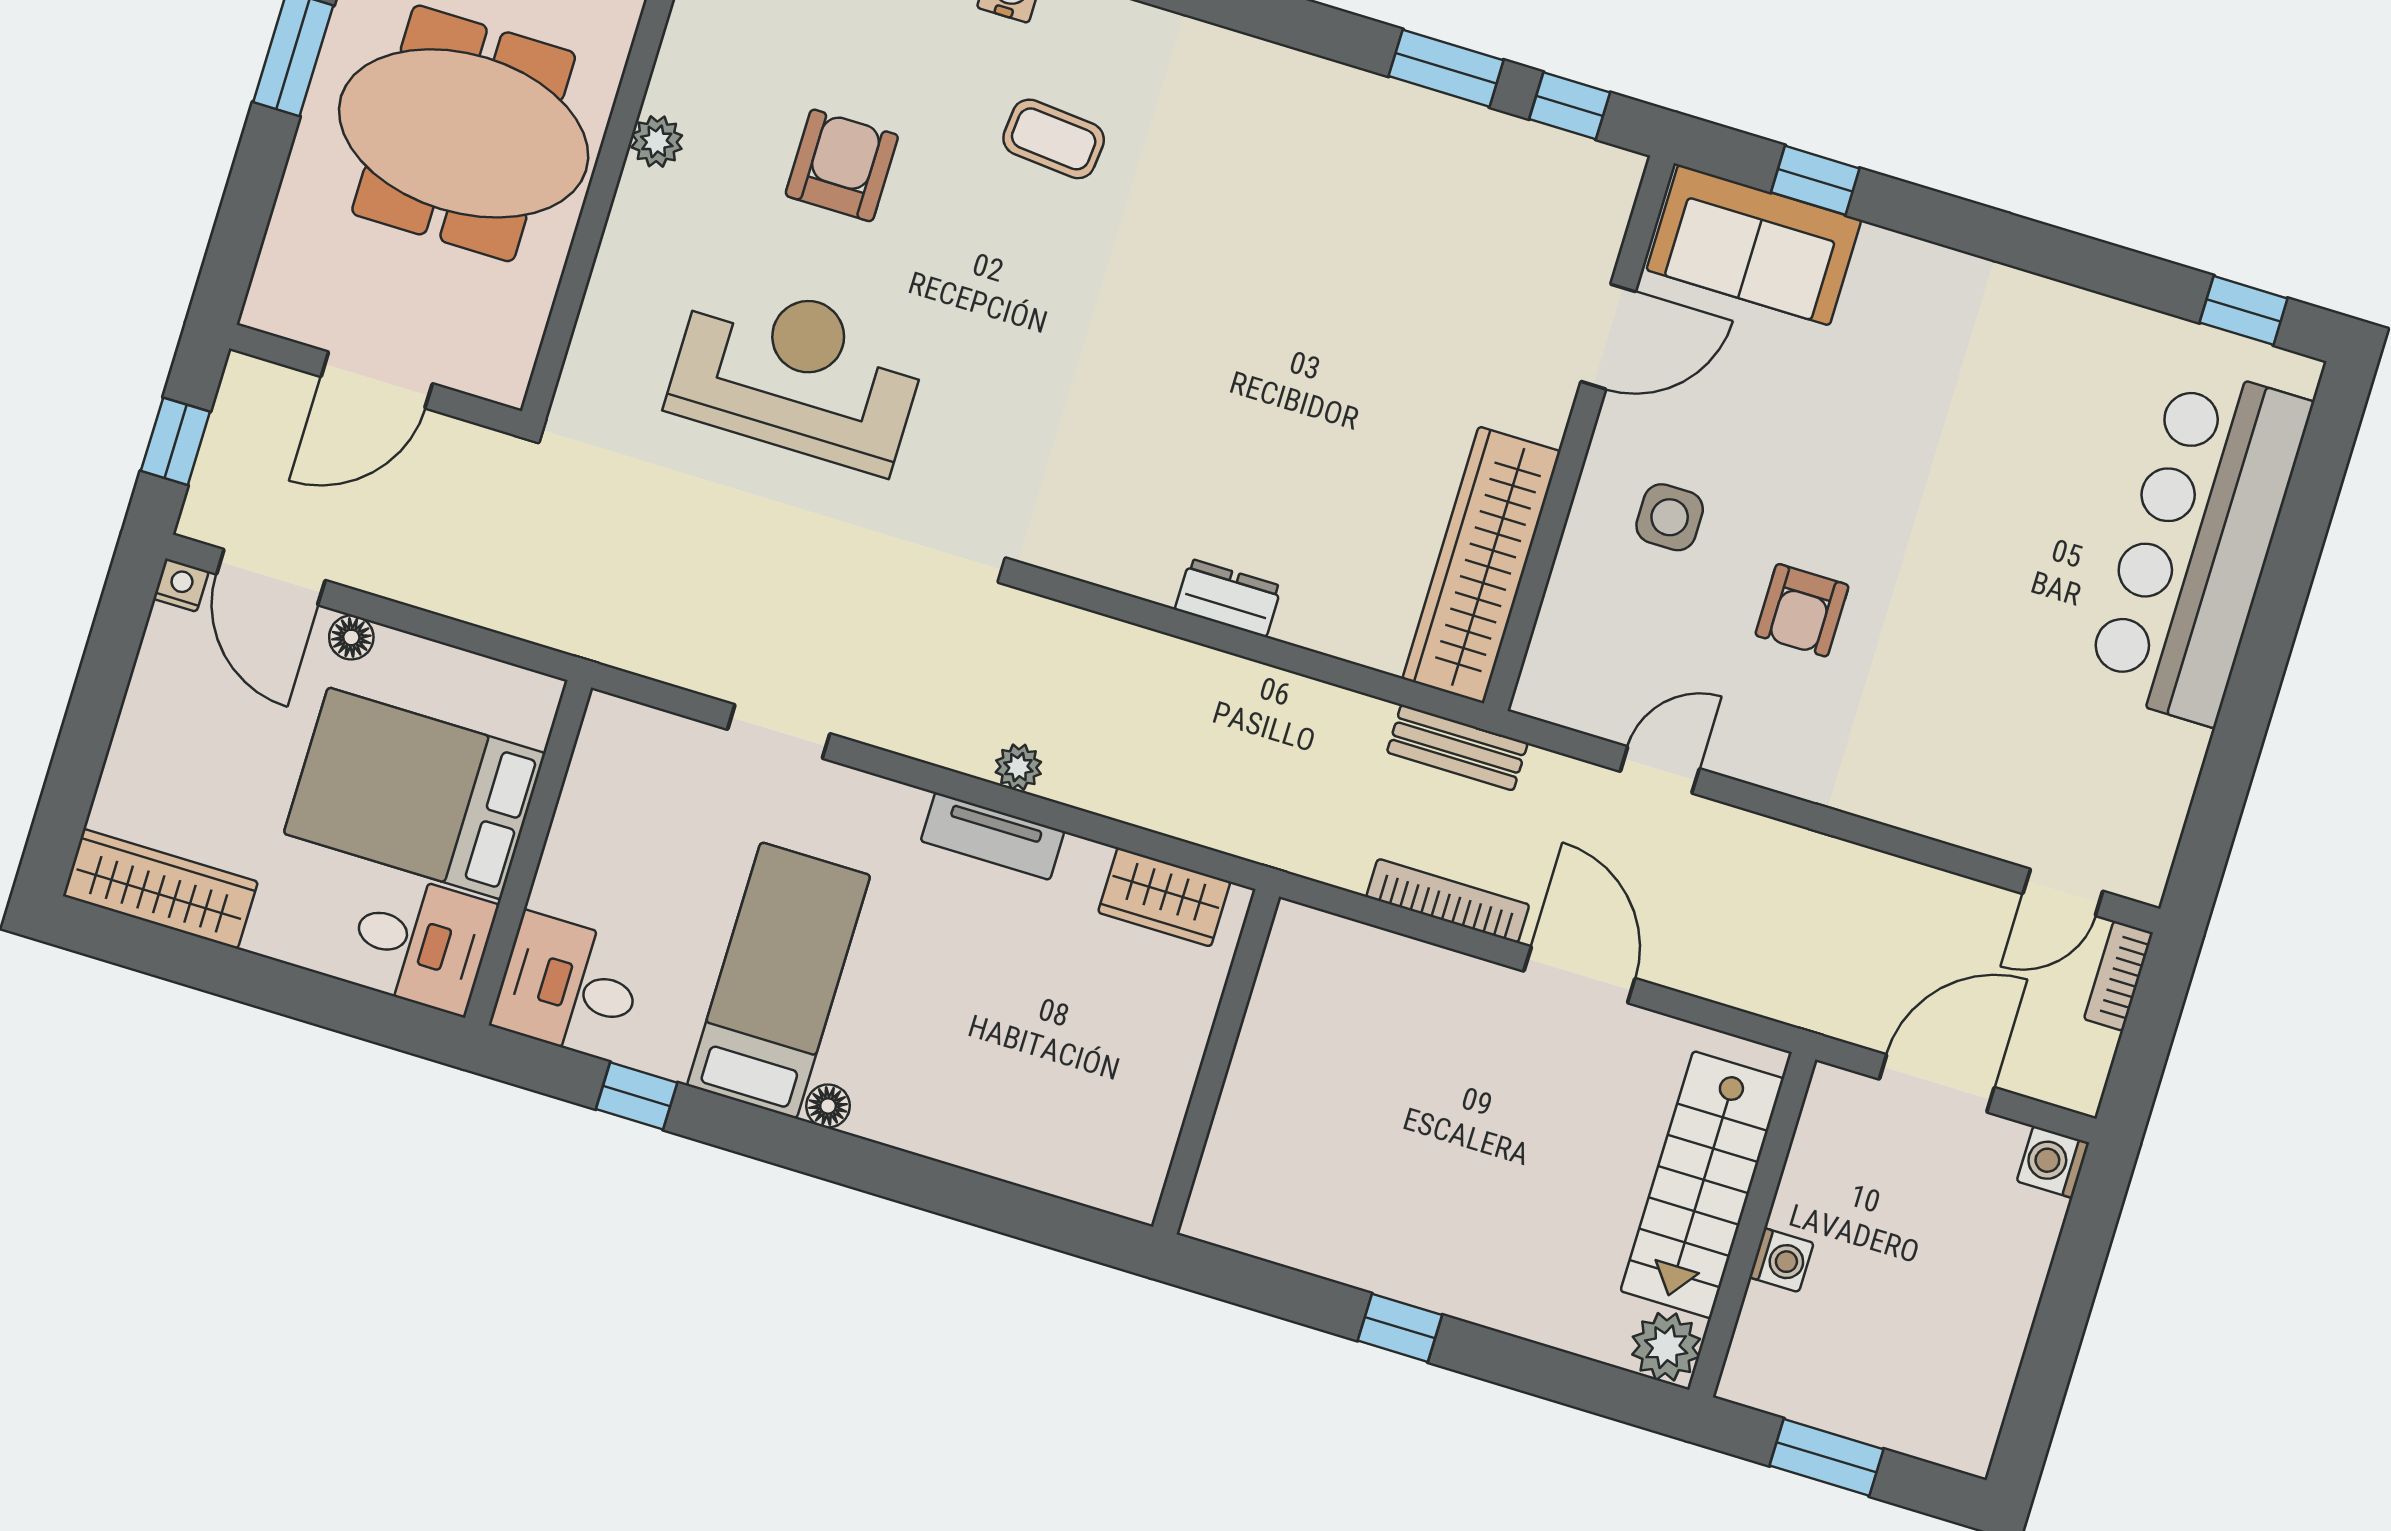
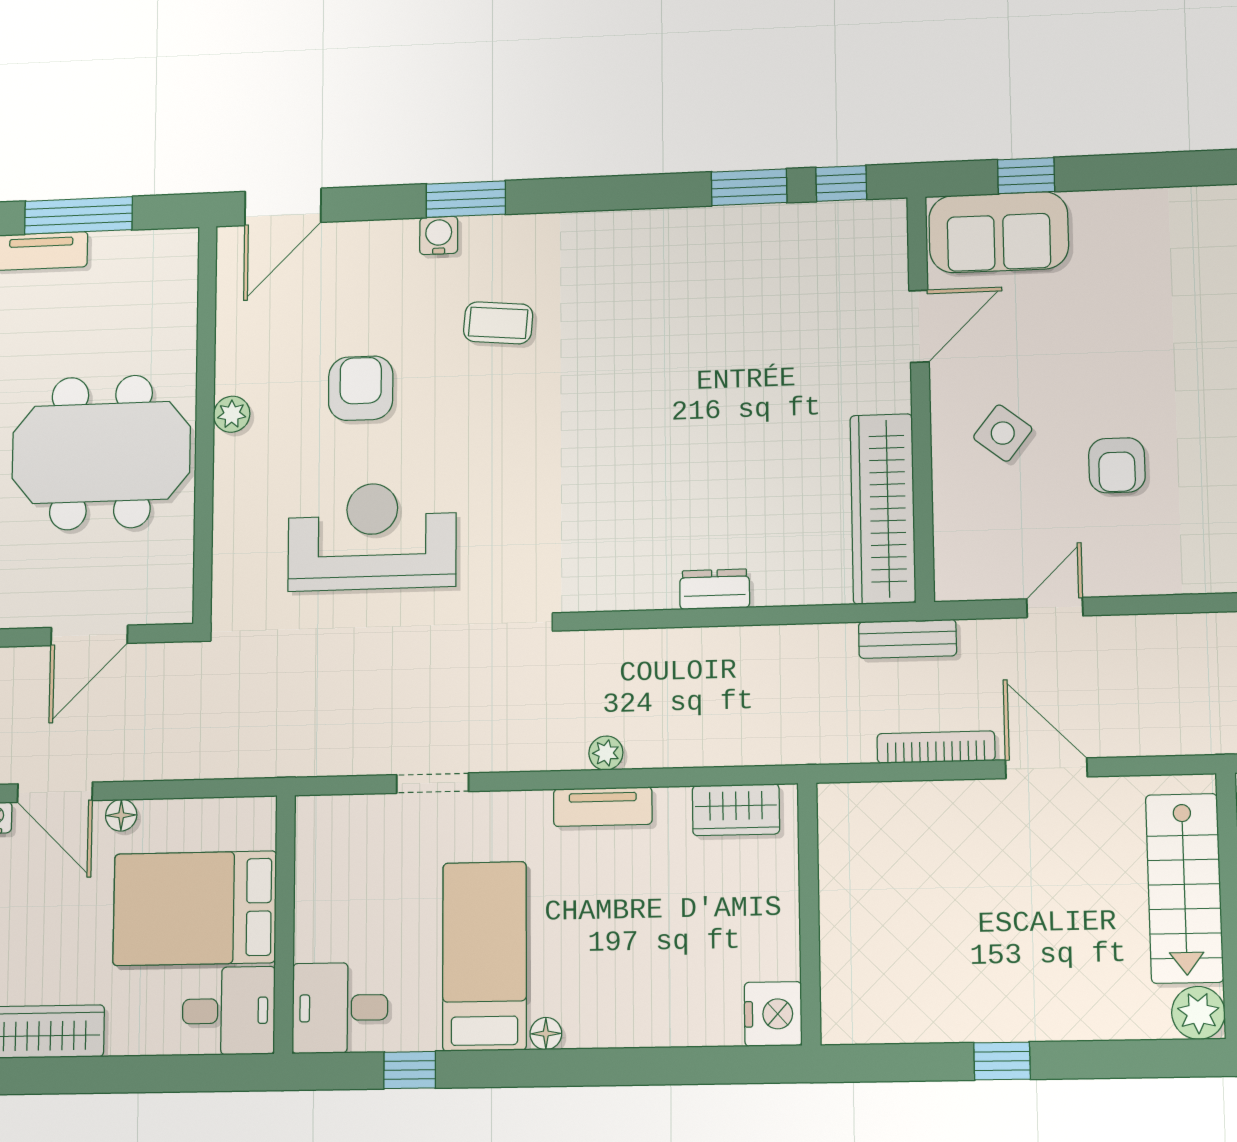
side table: (1670, 517) -> (1003, 433), turned 38
nightstand: (1129, 1175) -> (773, 1014), added

